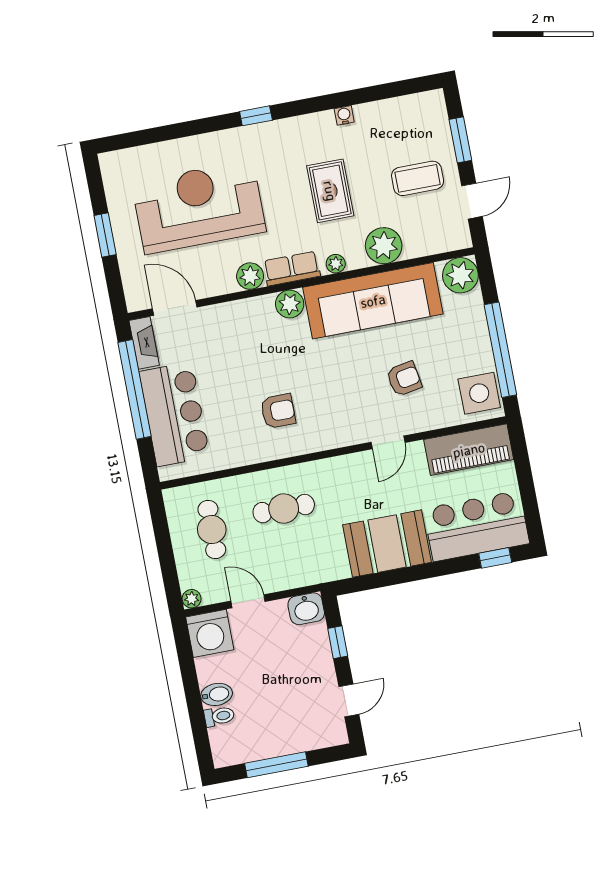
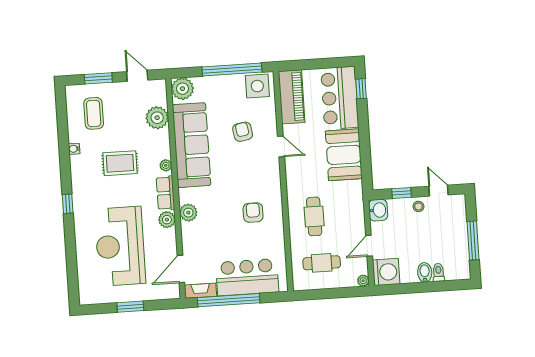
coffee table: (418, 178) -> (94, 113), moved
plant: (384, 246) -> (157, 118), moved
plant: (290, 304) -> (188, 213), moved
stool: (320, 672) -> (418, 206), added

